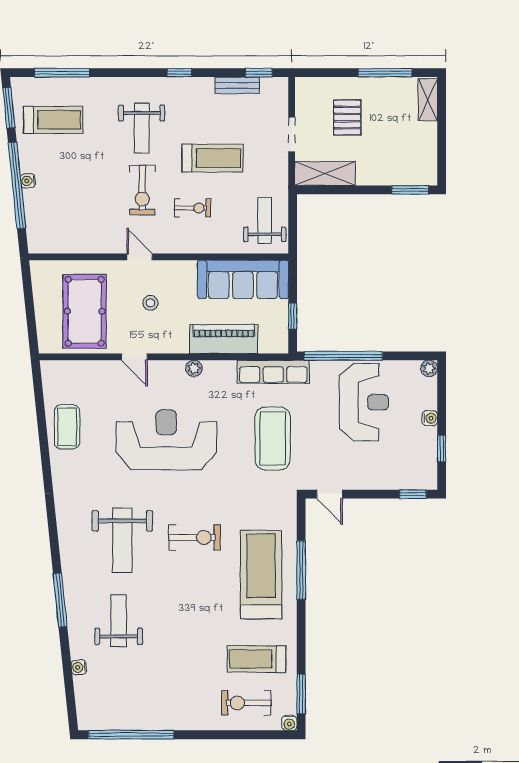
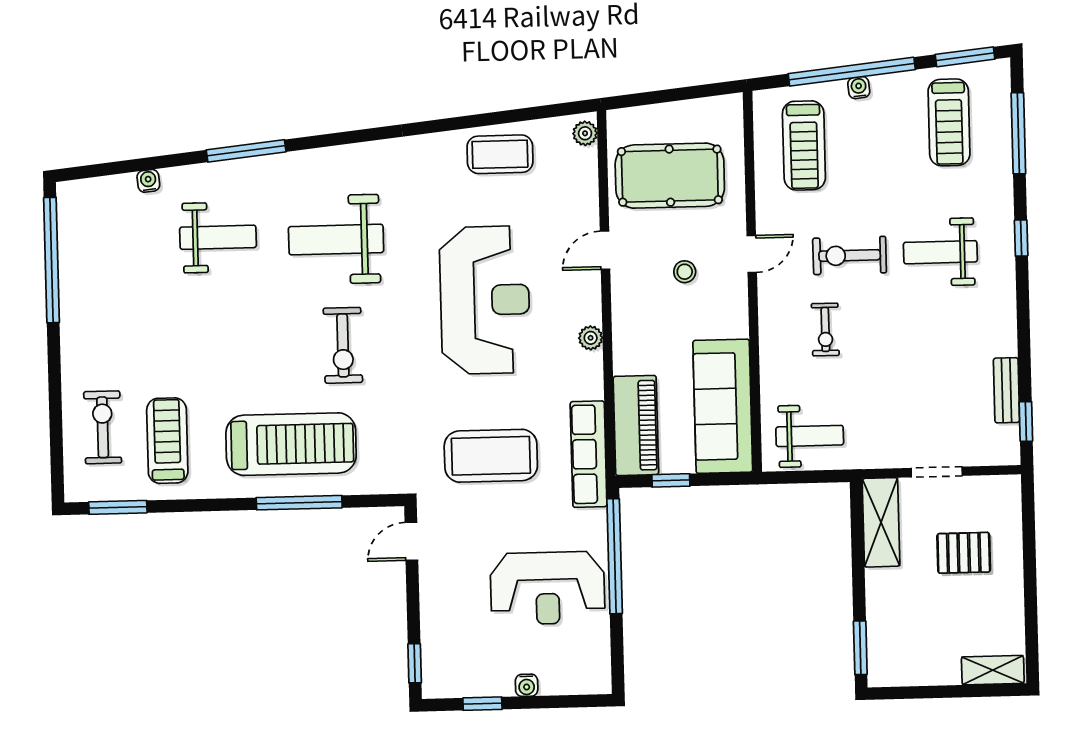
window: (180, 73) -> (1021, 238), moved
window: (385, 73) -> (1031, 607), removed
treadmill: (212, 158) -> (804, 145), moved
piano: (224, 339) -> (636, 425), moved
plant: (429, 368) -> (585, 133), moved
water cooler: (289, 723) -> (75, 491), removed

